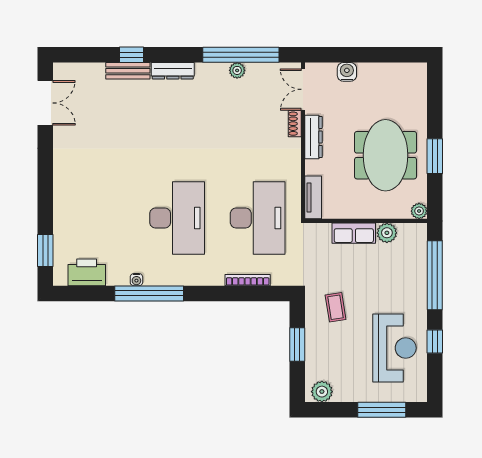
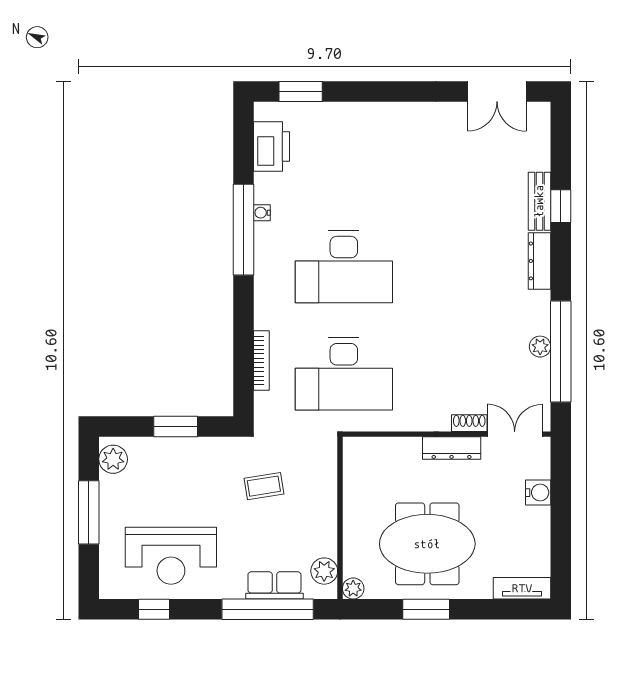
tv unit: (313, 197) -> (522, 588), moved, turned 180
row of seats: (354, 233) -> (274, 585), moved, turned 90
plant: (387, 233) -> (324, 571), moved
coffee table: (336, 307) -> (264, 486), moved
window: (435, 342) -> (154, 609), moved
window: (382, 410) -> (89, 512), moved

